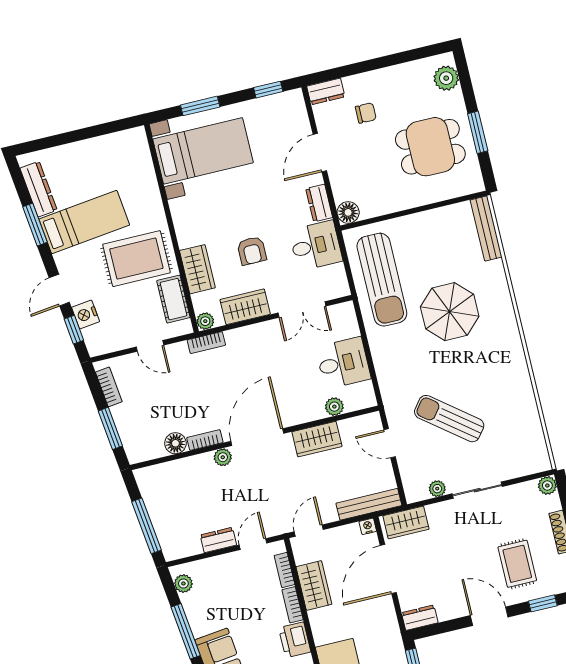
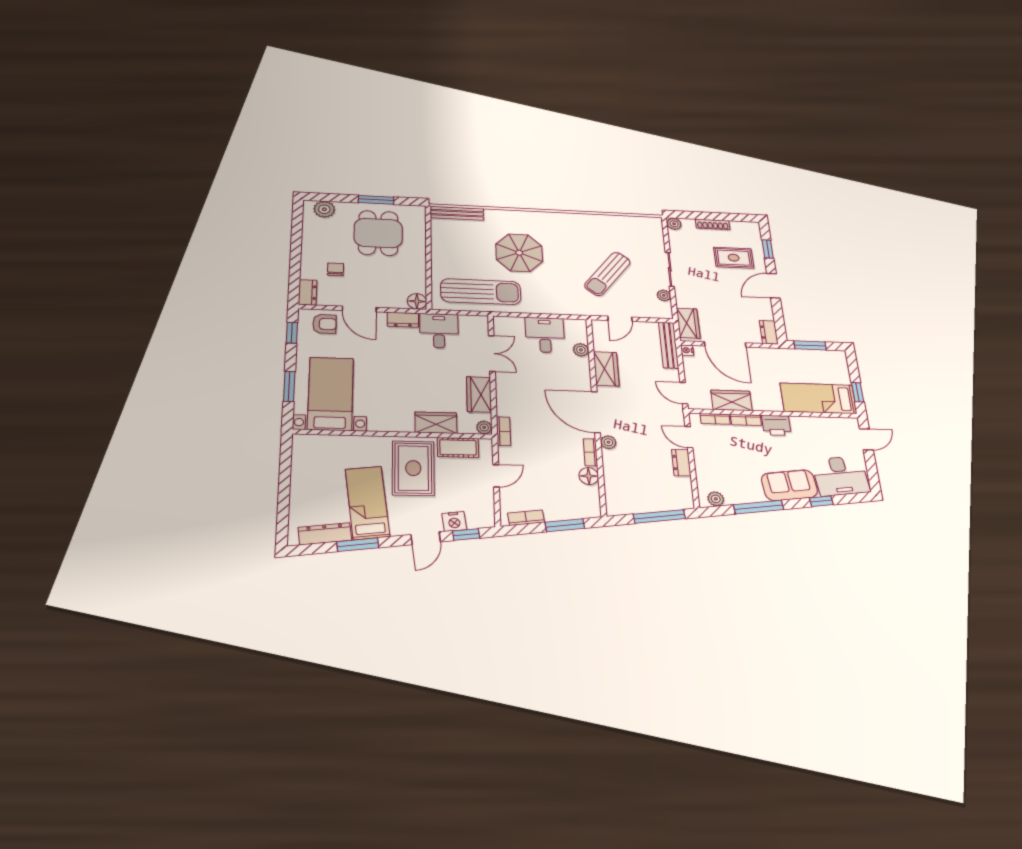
armchair: (252, 251) -> (324, 324), moved
door: (59, 290) -> (426, 538), hinge flipped

